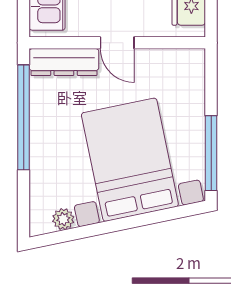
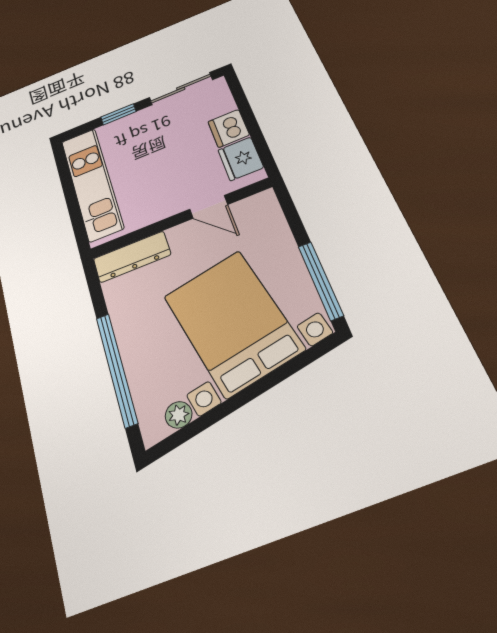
door: (117, 43) -> (209, 207), moved
window: (24, 117) -> (117, 369), moved

